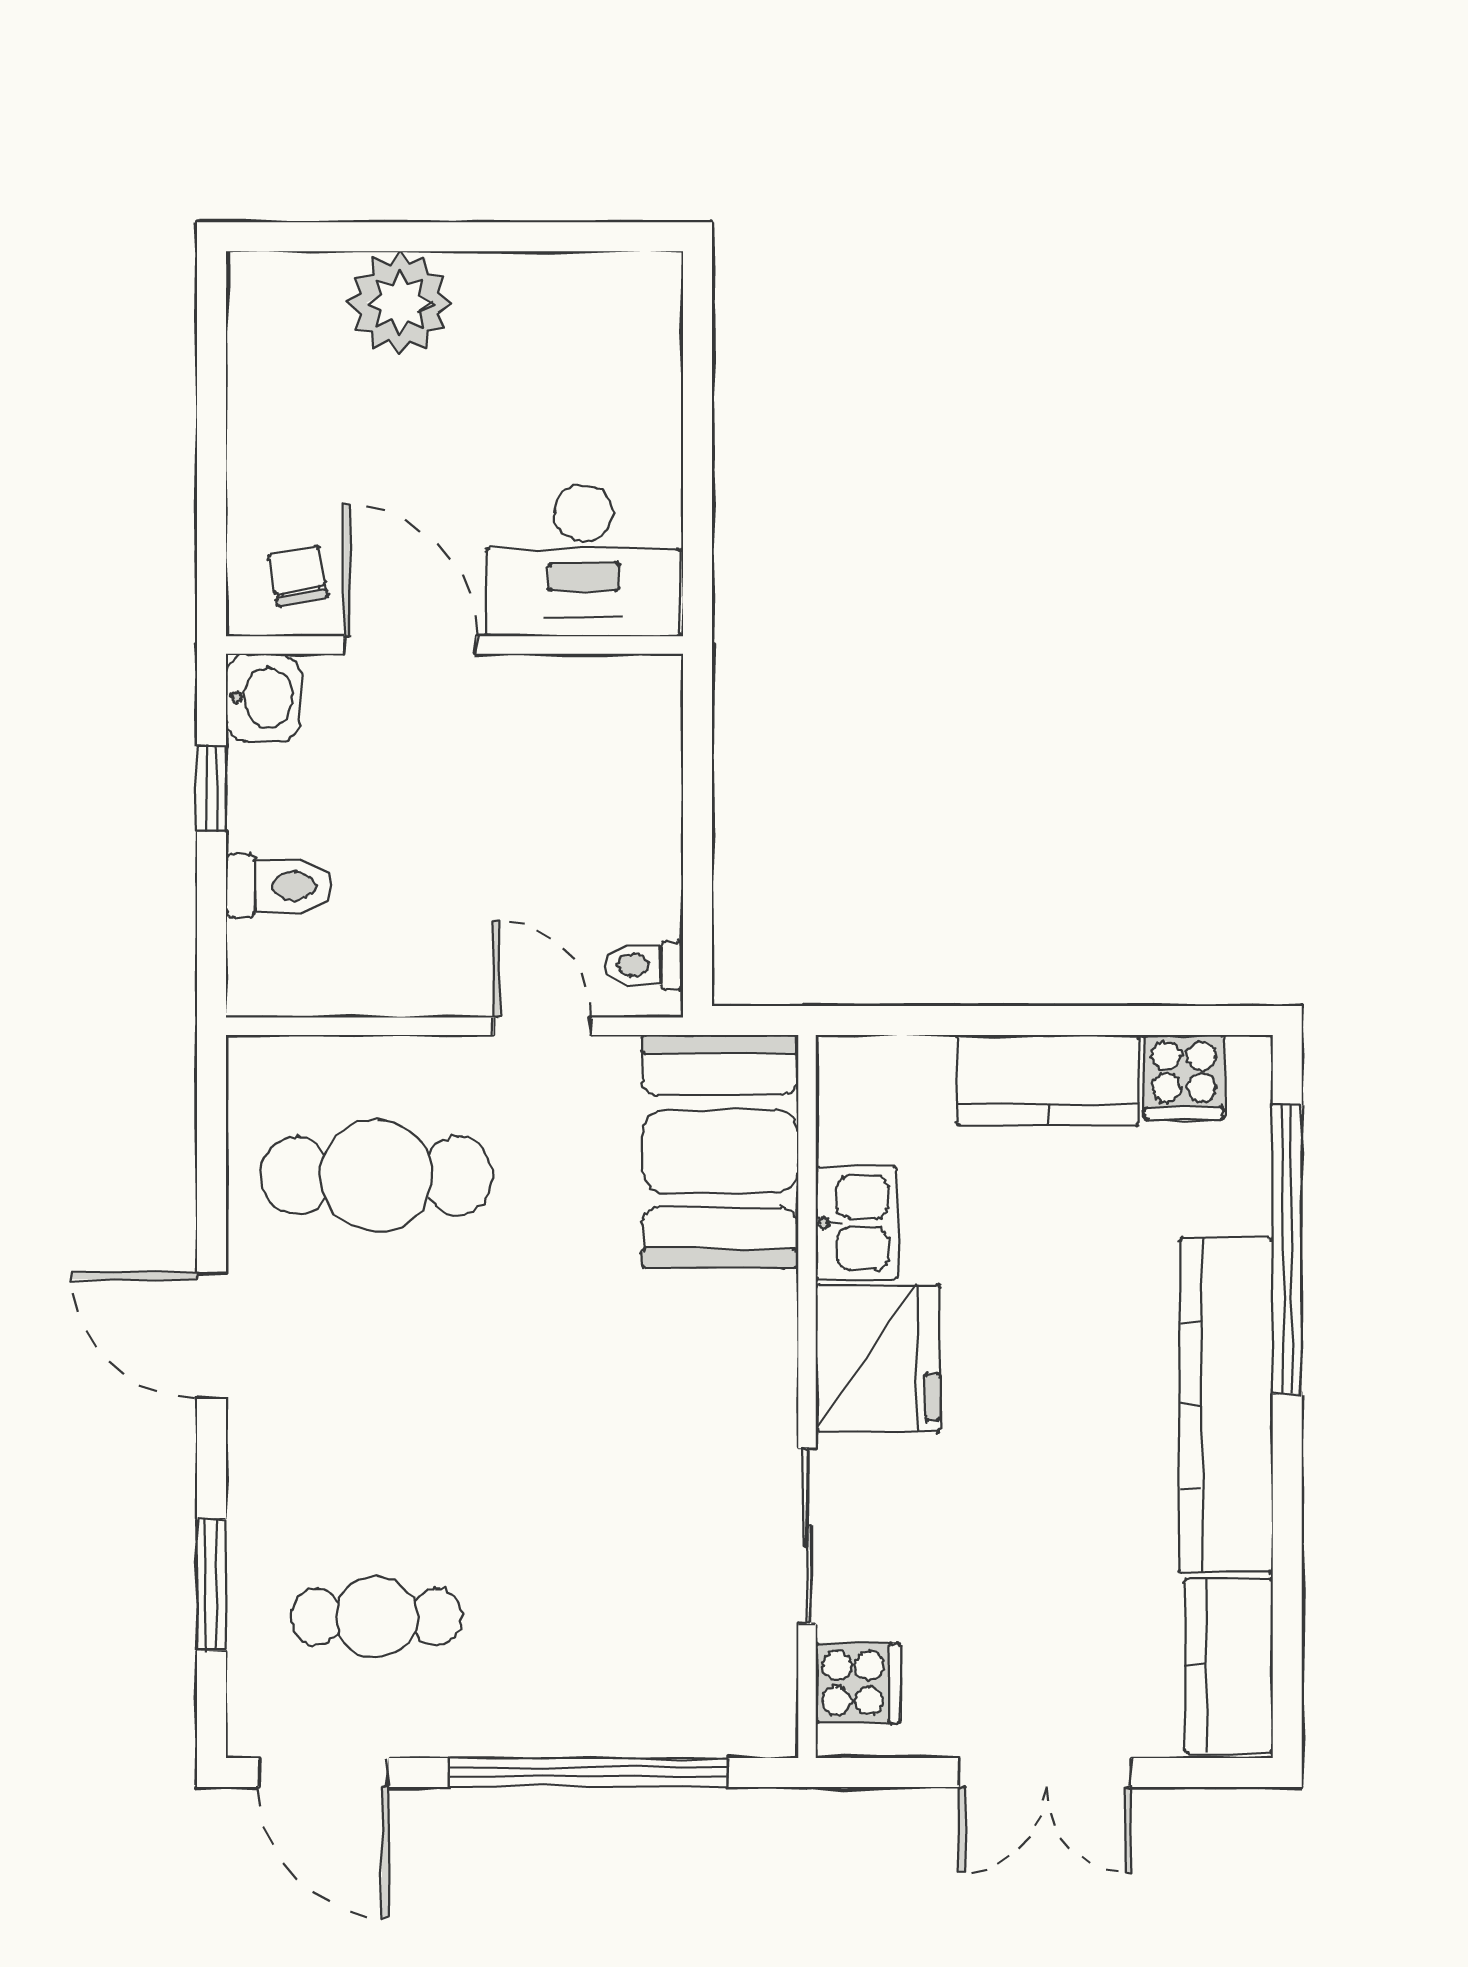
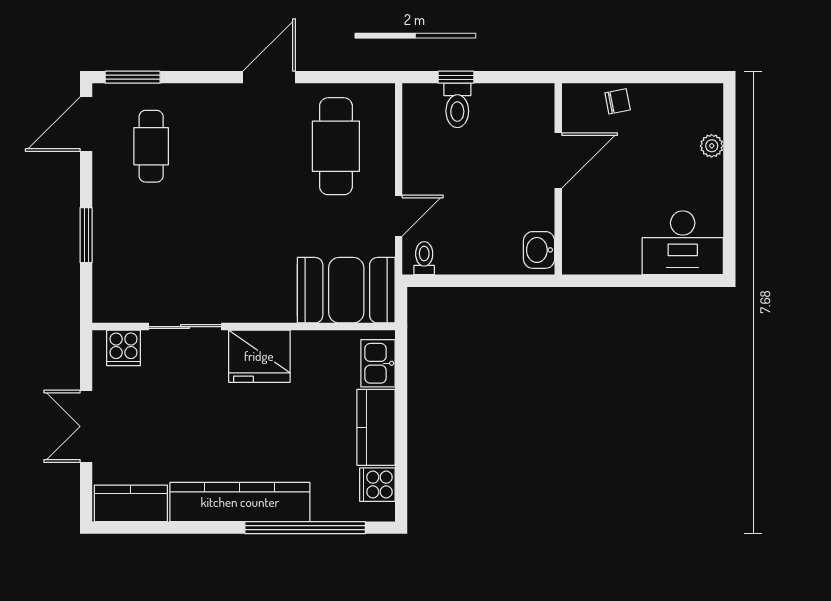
plant: (399, 303) -> (712, 146), width x0.53, depth x0.53
desk: (583, 560) -> (683, 243), moved, turned -90
chair: (298, 576) -> (618, 101), moved
washbasin: (263, 698) -> (539, 250), moved, turned 90
window: (212, 789) -> (456, 77), moved
kitchen sink: (856, 1223) -> (378, 363), moved, turned 90
window: (212, 1585) -> (133, 77), moved
window: (589, 1772) -> (86, 235), width x0.47

